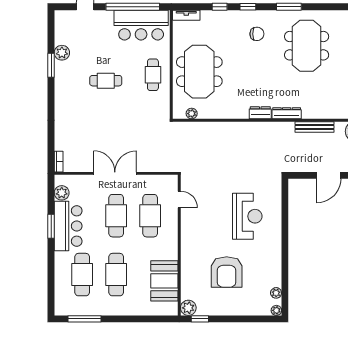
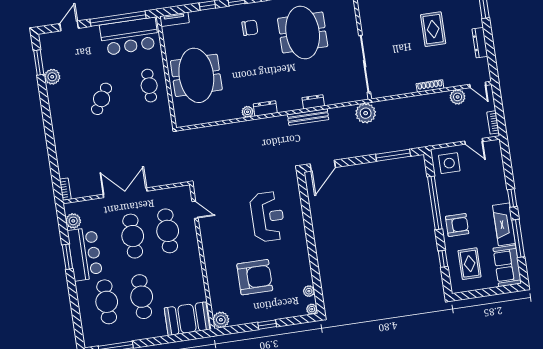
window: (51, 65) -> (39, 63), moved
cafe table: (106, 81) -> (102, 99), turned -59
dresser: (287, 113) -> (313, 102), moved, width x0.70
plant: (192, 114) -> (248, 112), moved
bench: (315, 127) -> (308, 117), moved
door: (329, 175) -> (323, 166), moved
armchair: (227, 272) -> (255, 277), turned -90
booth: (164, 281) -> (187, 319), moved, turned 90
window: (200, 319) -> (267, 325), moved

